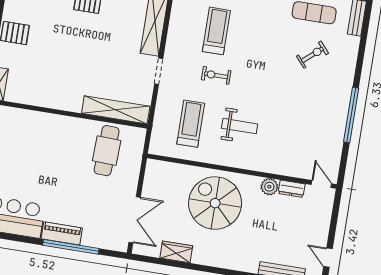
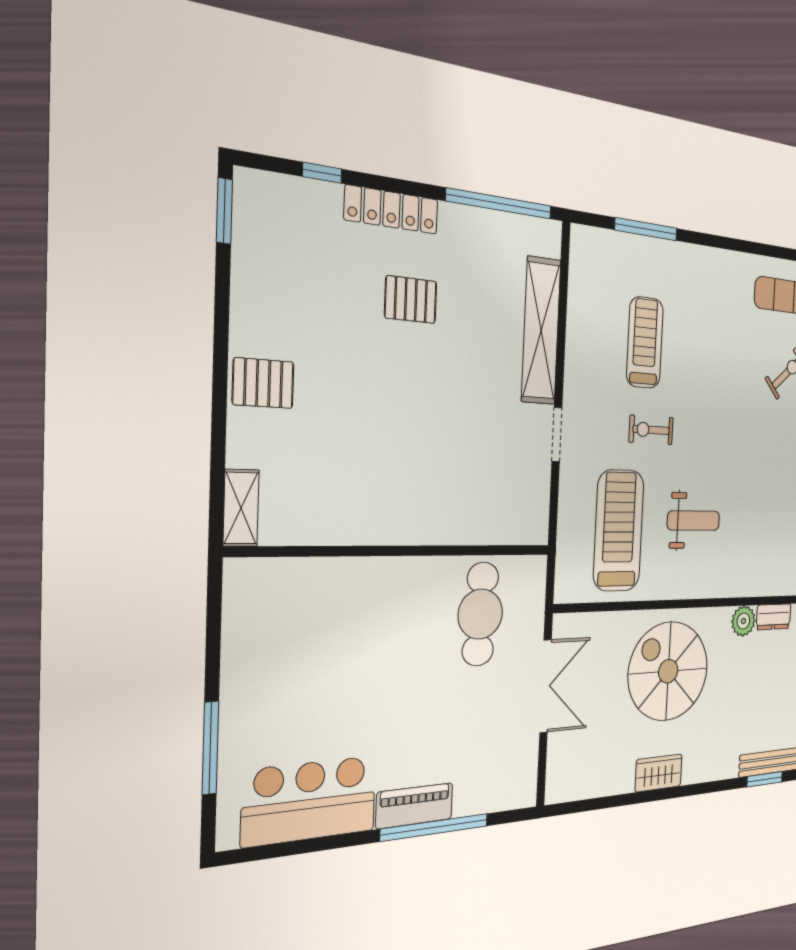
shelving: (116, 110) -> (489, 526), removed
treadmill: (191, 124) -> (619, 531), width x1.37, depth x1.38
double door: (135, 220) -> (546, 686), moved
wardrobe: (176, 252) -> (659, 773), moved

